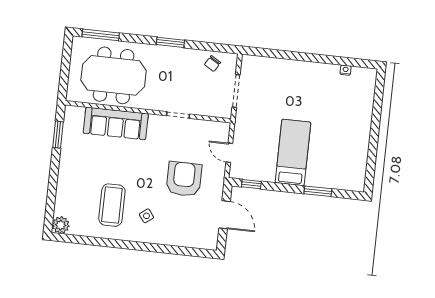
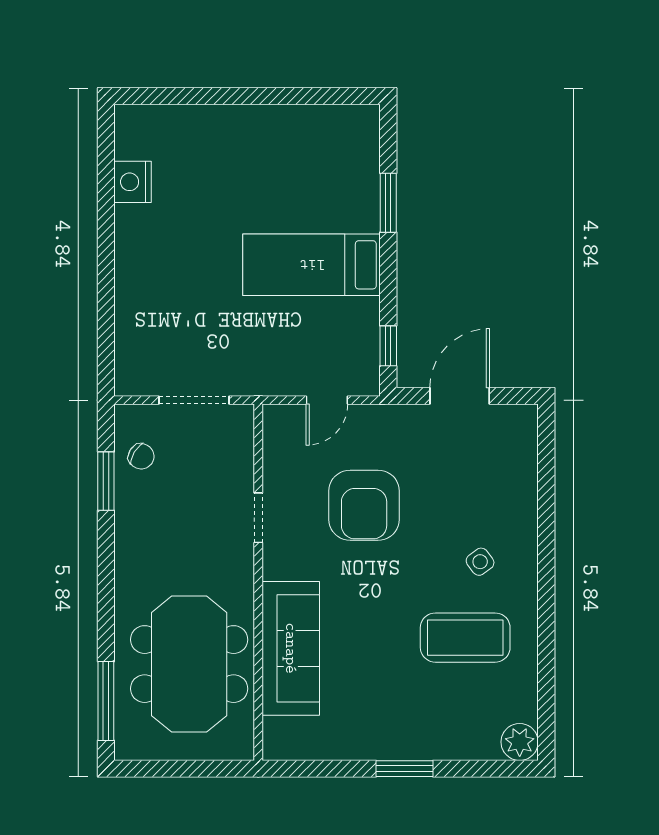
window: (170, 42) -> (106, 481), moved
nightstand: (346, 70) -> (133, 182), width x1.89, depth x1.79
window: (58, 135) -> (404, 769), moved
armchair: (184, 179) -> (364, 505), moved, turned -90

